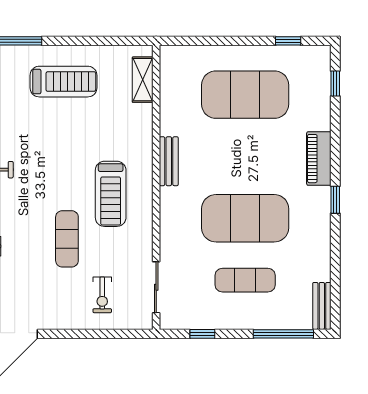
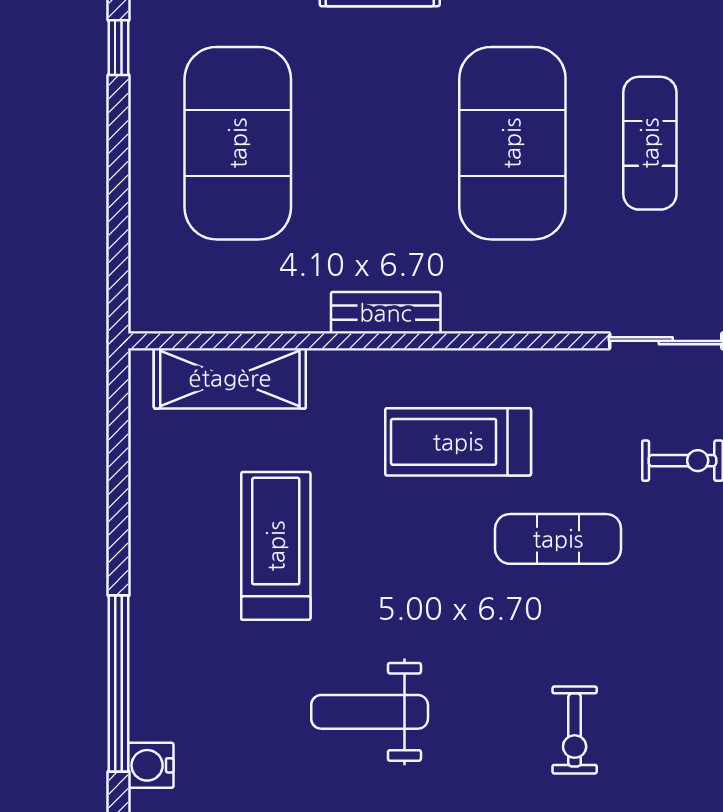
shelving: (143, 80) -> (230, 378), width x1.50, depth x1.33
treadmill: (63, 82) -> (276, 546), moved
treadmill: (111, 194) -> (458, 442), turned 180

